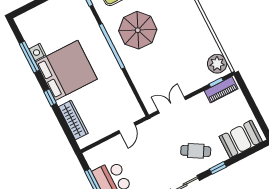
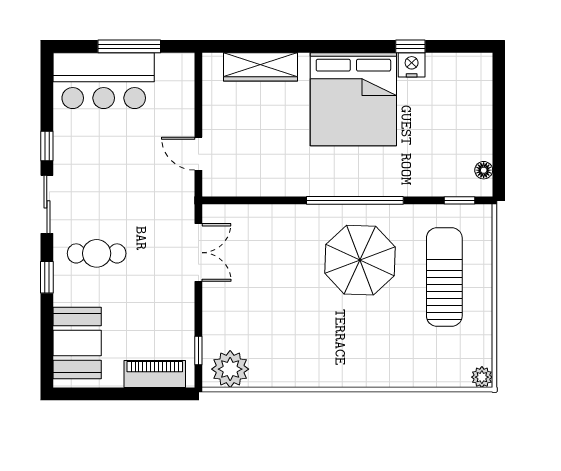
window: (29, 57) -> (410, 46), width x0.46
piano: (221, 90) -> (155, 374), moved, turned 90
window: (50, 97) -> (321, 46), removed
cafe table: (196, 151) -> (97, 253), turned 60

